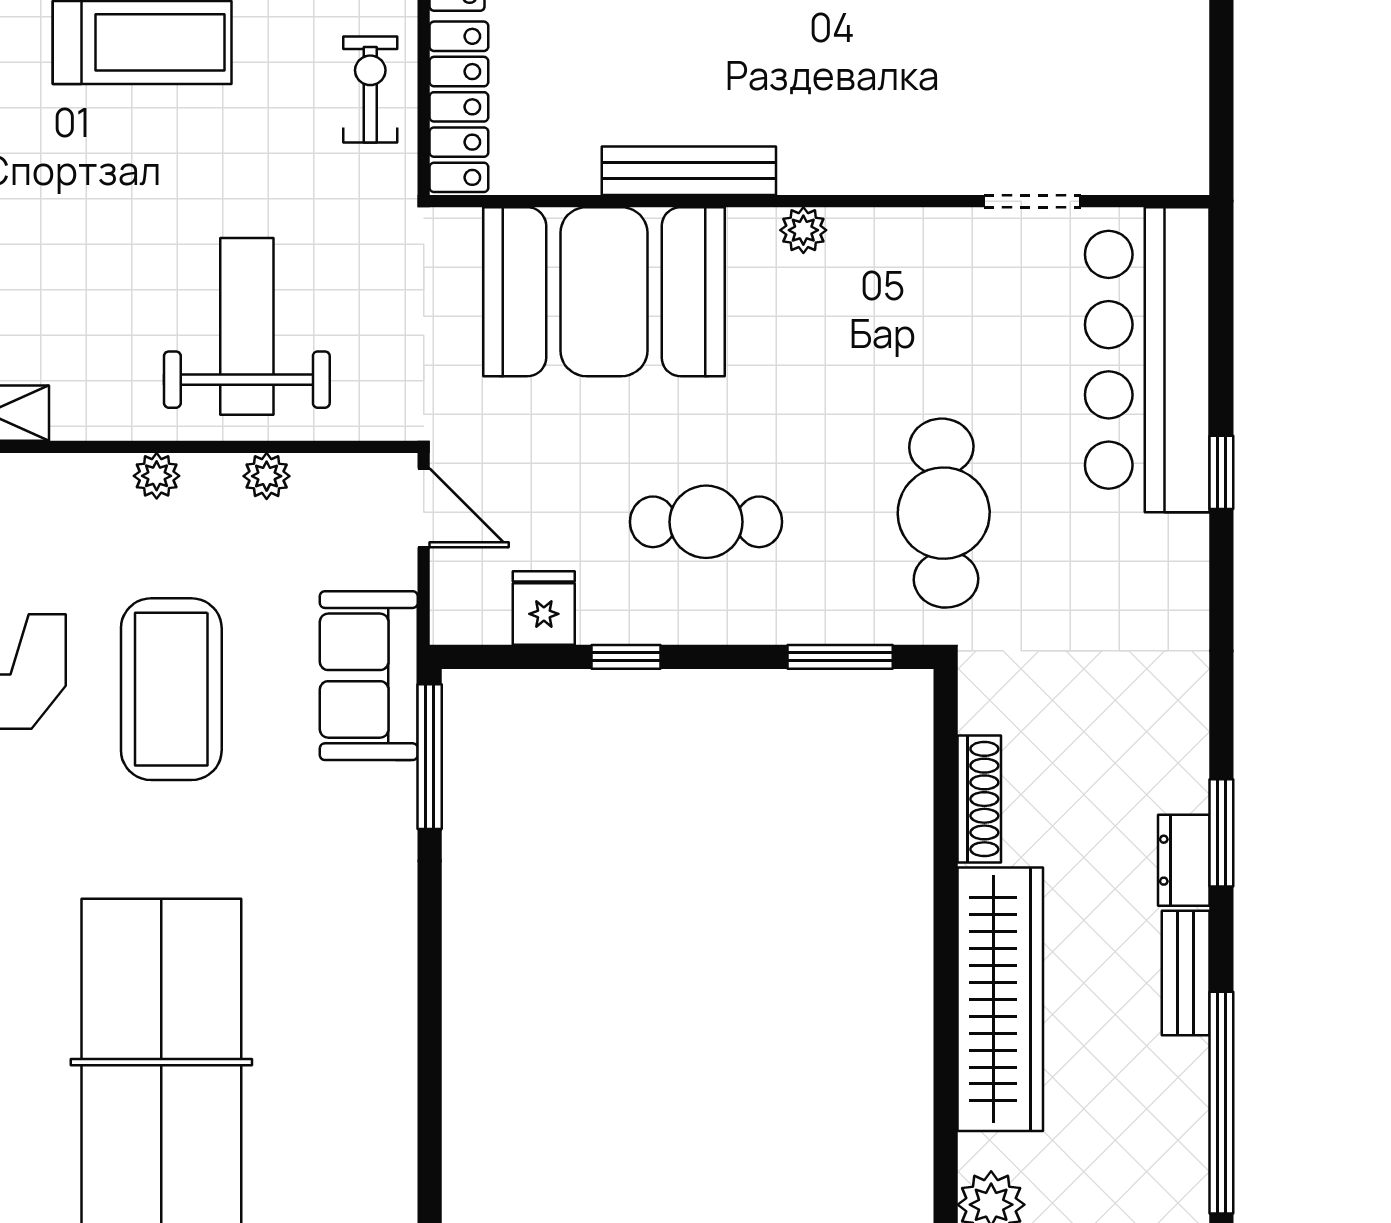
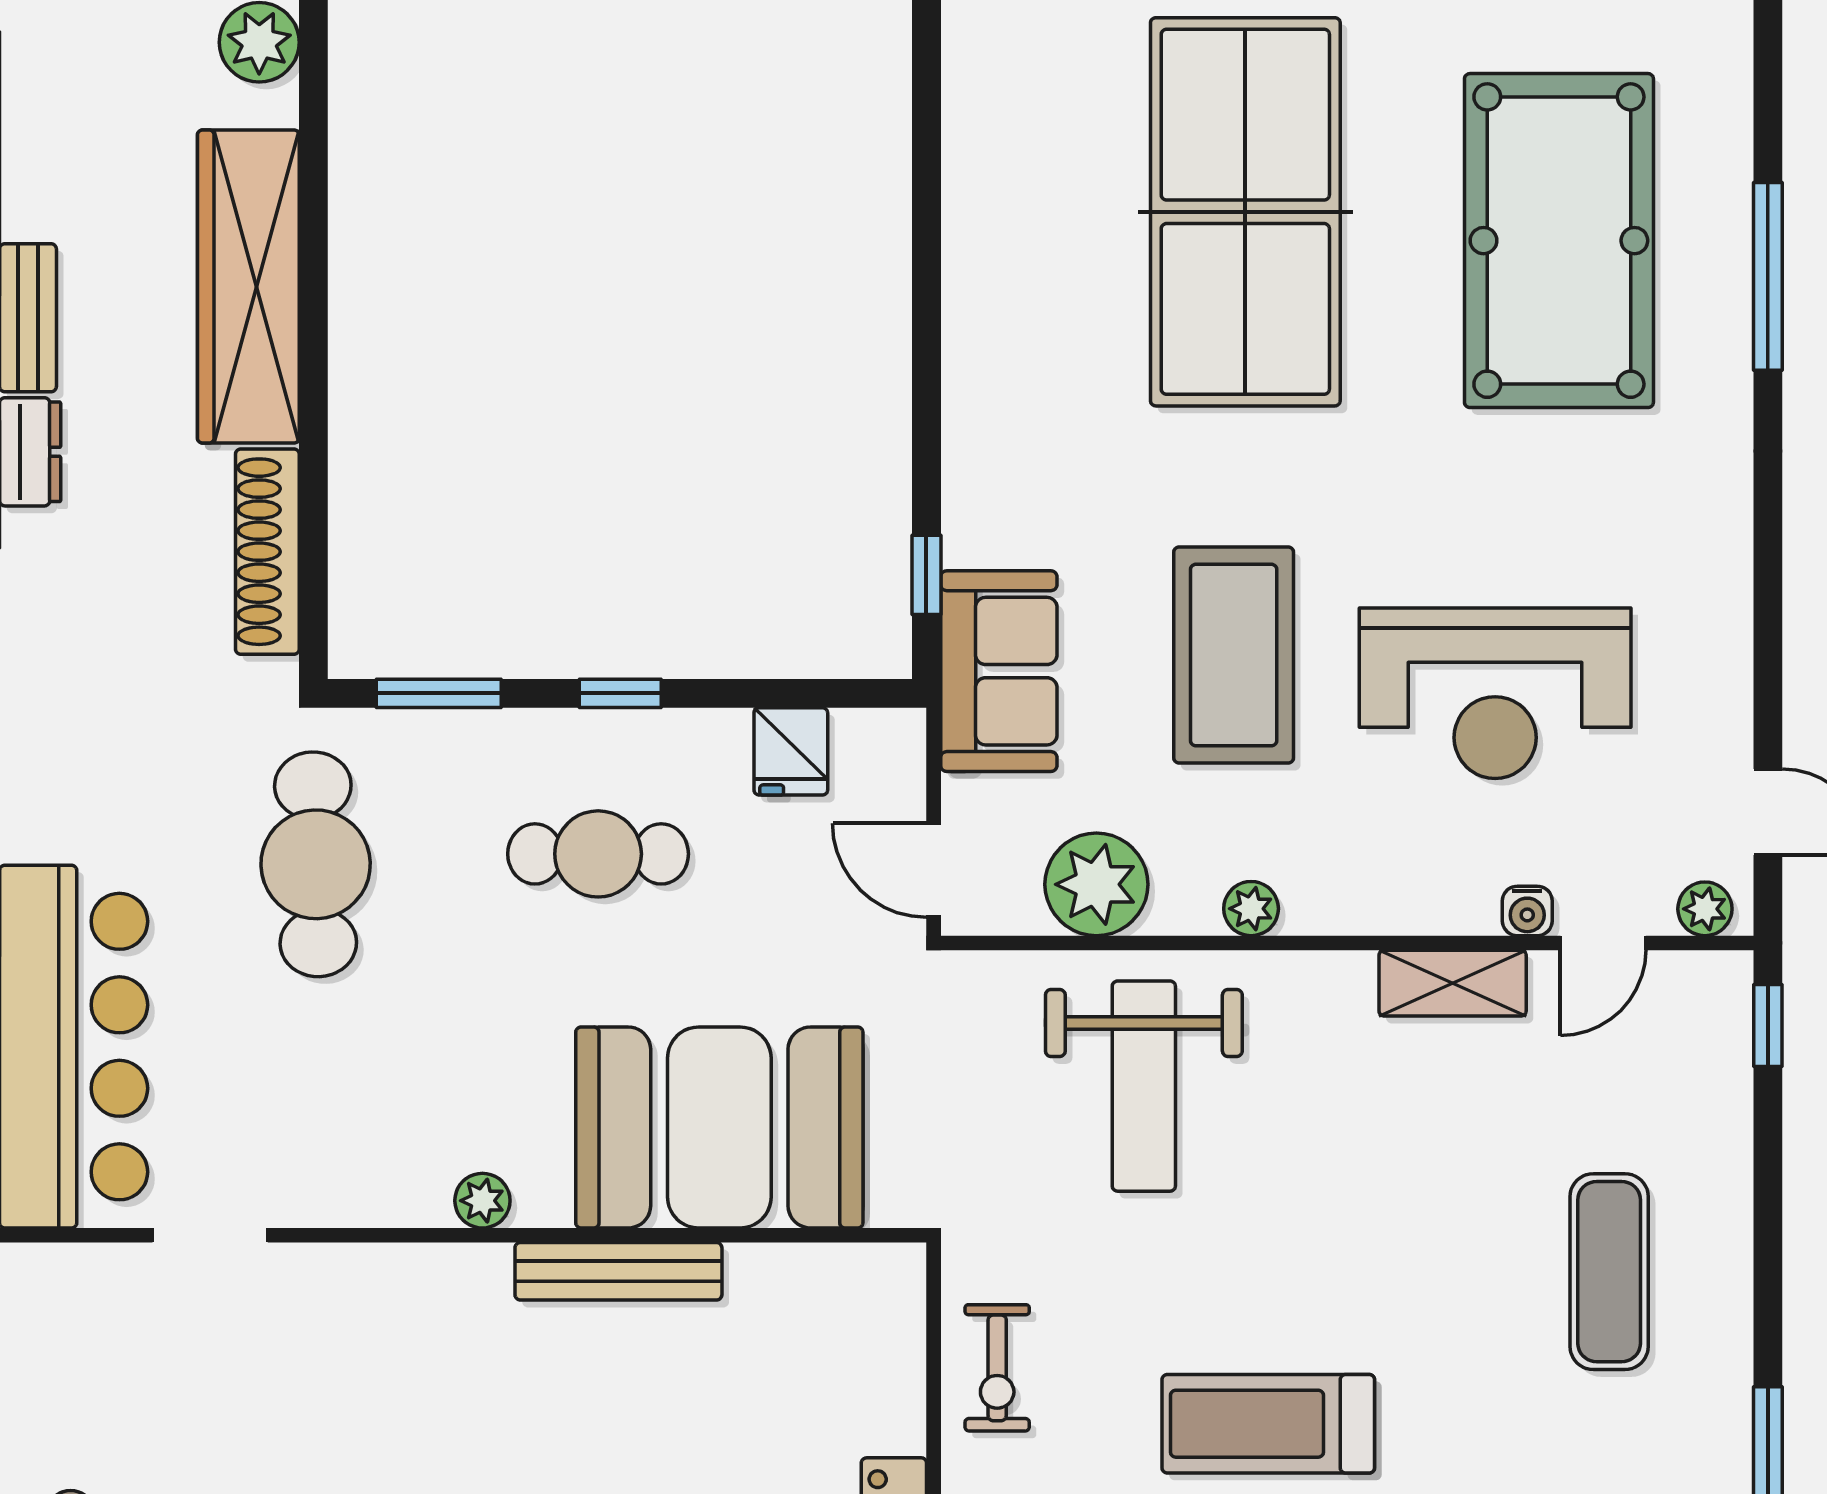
locker: (459, 107) -> (892, 1347), removed
plant: (267, 476) -> (1096, 884), width x1.87, depth x1.87
window: (626, 657) -> (620, 693), moved
window: (430, 757) -> (926, 575), width x0.46
shoe rack: (979, 799) -> (267, 552), width x1.36, depth x1.24

